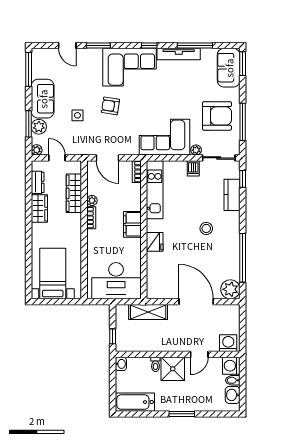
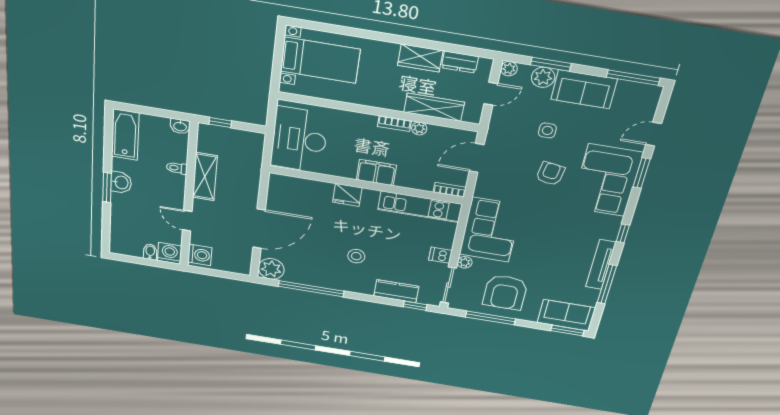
corner sofa: (130, 67) -> (607, 180), moved
shelving: (148, 312) -> (205, 177), moved
shower: (173, 369) -> (169, 187), removed
washbasin: (233, 395) -> (121, 182), moved, turned 90

